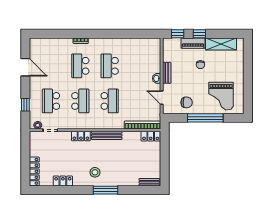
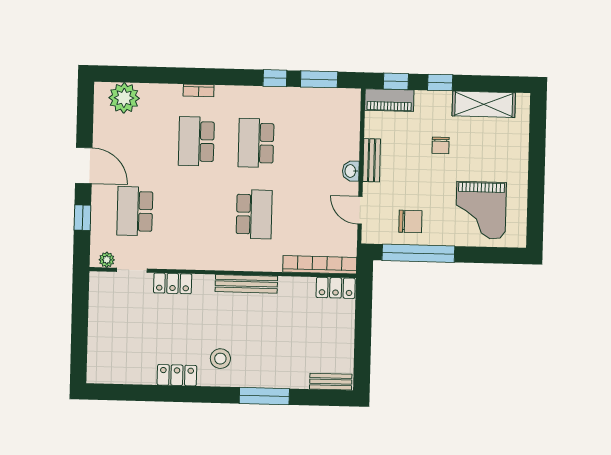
window: (118, 34) -> (275, 78), added
window: (140, 34) -> (319, 79), added
piano: (193, 43) -> (389, 100), moved
plant: (44, 45) -> (124, 98), added
door: (25, 67) -> (84, 165), moved
school desk: (80, 101) -> (194, 213), removed
window: (205, 118) -> (418, 253), moved
locker: (81, 136) -> (173, 283), moved
locker: (34, 171) -> (97, 353), removed
locker: (63, 181) -> (177, 375), moved
window: (105, 190) -> (264, 396), moved

